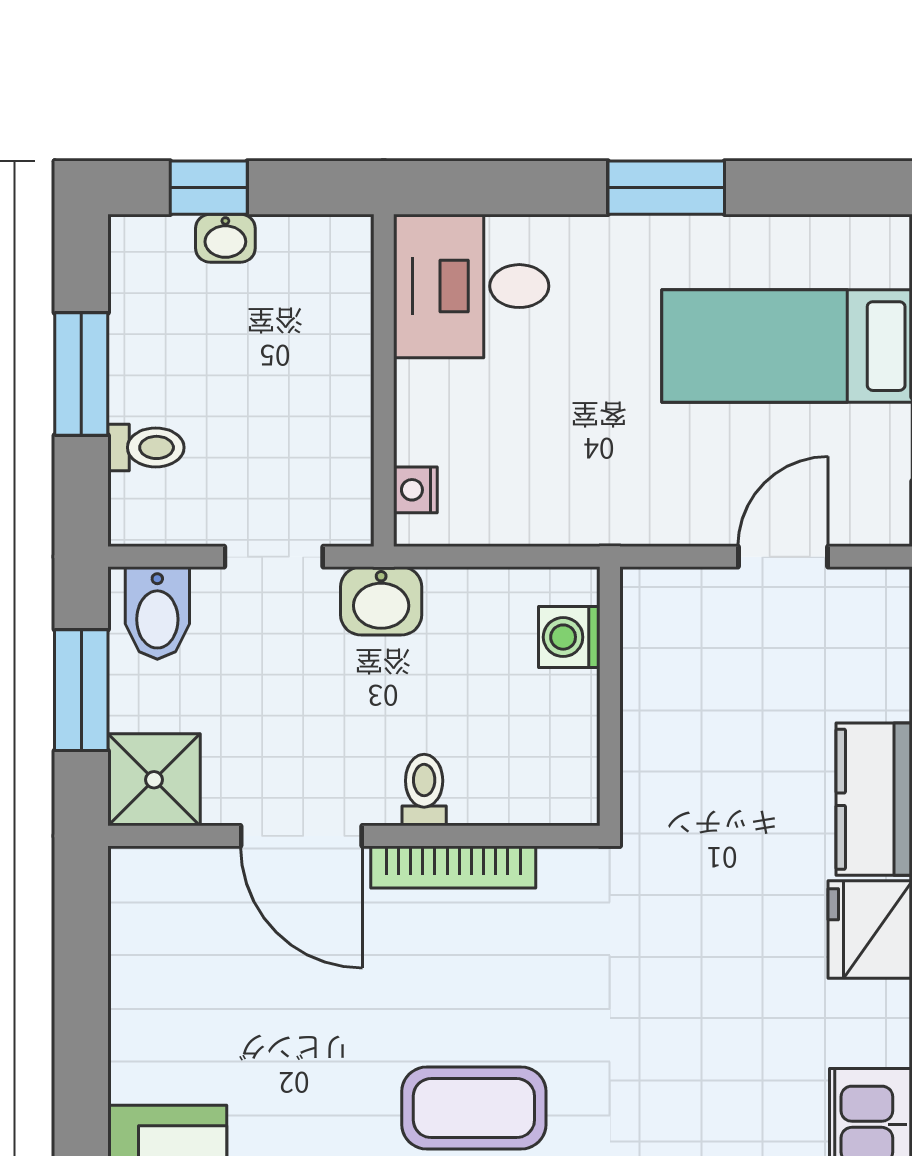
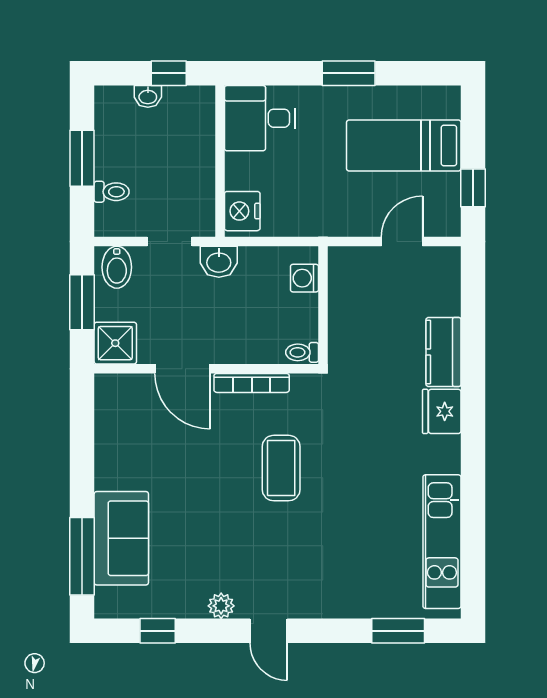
window: (209, 188) -> (169, 73), moved
nightstand: (415, 490) -> (242, 211), width x1.89, depth x1.79
toilet: (424, 790) -> (302, 352), moved, turned -90
coffee table: (474, 1108) -> (281, 468), moved, turned 90

